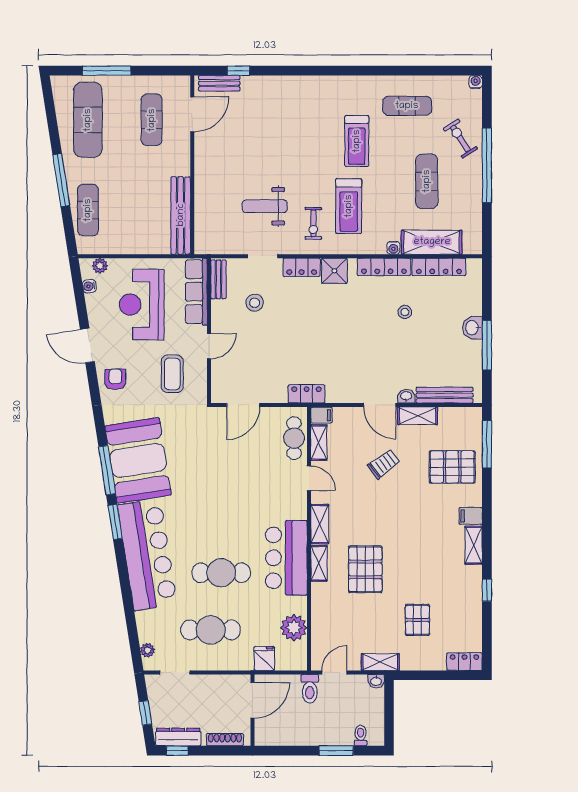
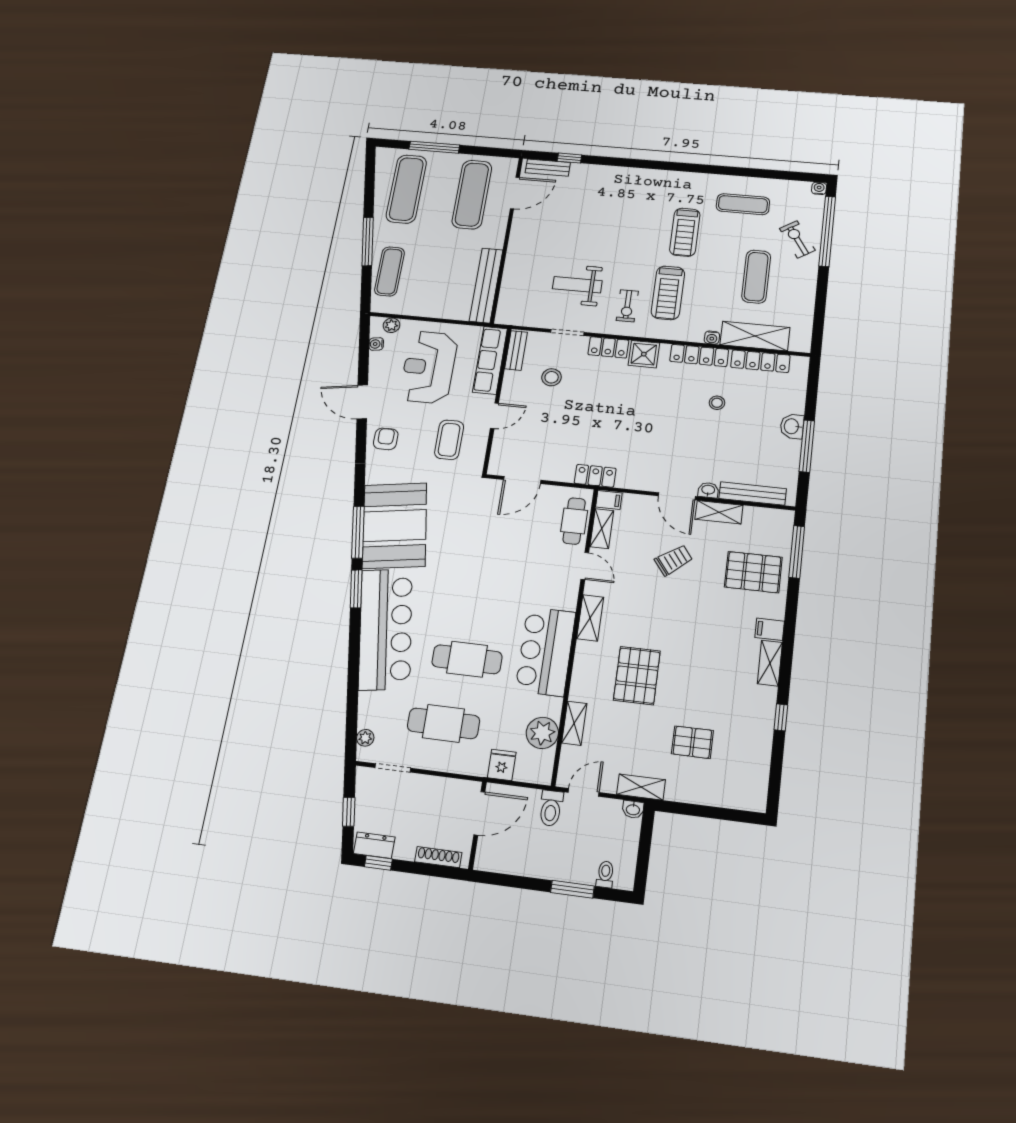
exercise mat: (152, 120) -> (472, 194), width x1.36, depth x1.45
window: (487, 165) -> (827, 231), moved
shelving: (319, 563) -> (574, 723), moved
pallet: (417, 620) -> (692, 742), turned 90
locker: (464, 662) -> (745, 800), removed
dresser: (178, 737) -> (374, 845), width x0.70

